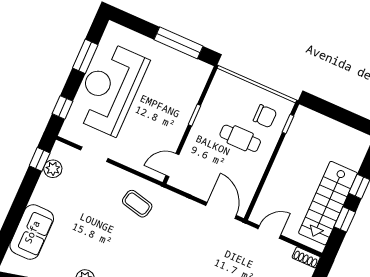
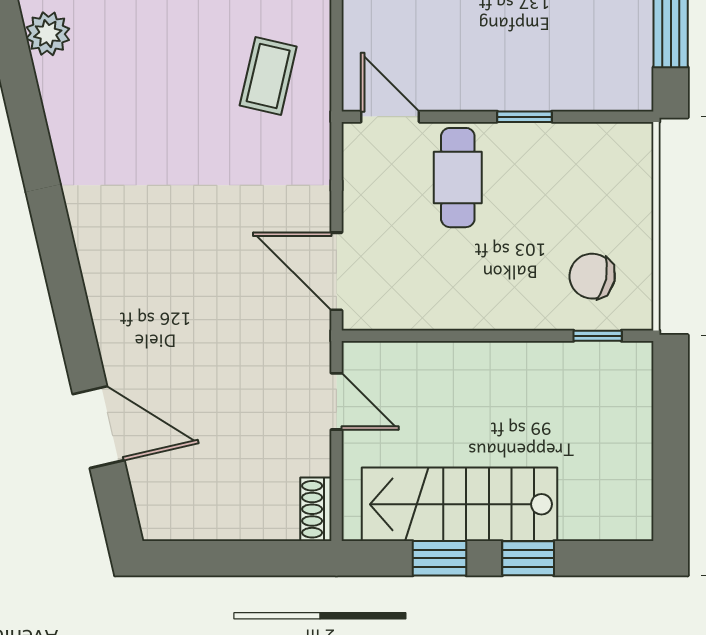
chair: (265, 116) -> (592, 276), turned 102
cafe table: (240, 138) -> (458, 178), moved
door: (221, 210) -> (336, 271), swing flipped

